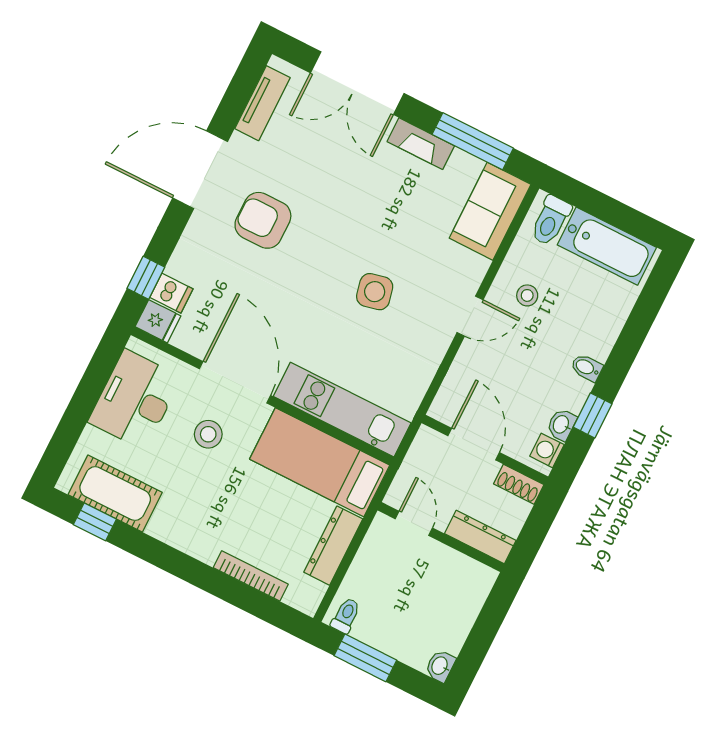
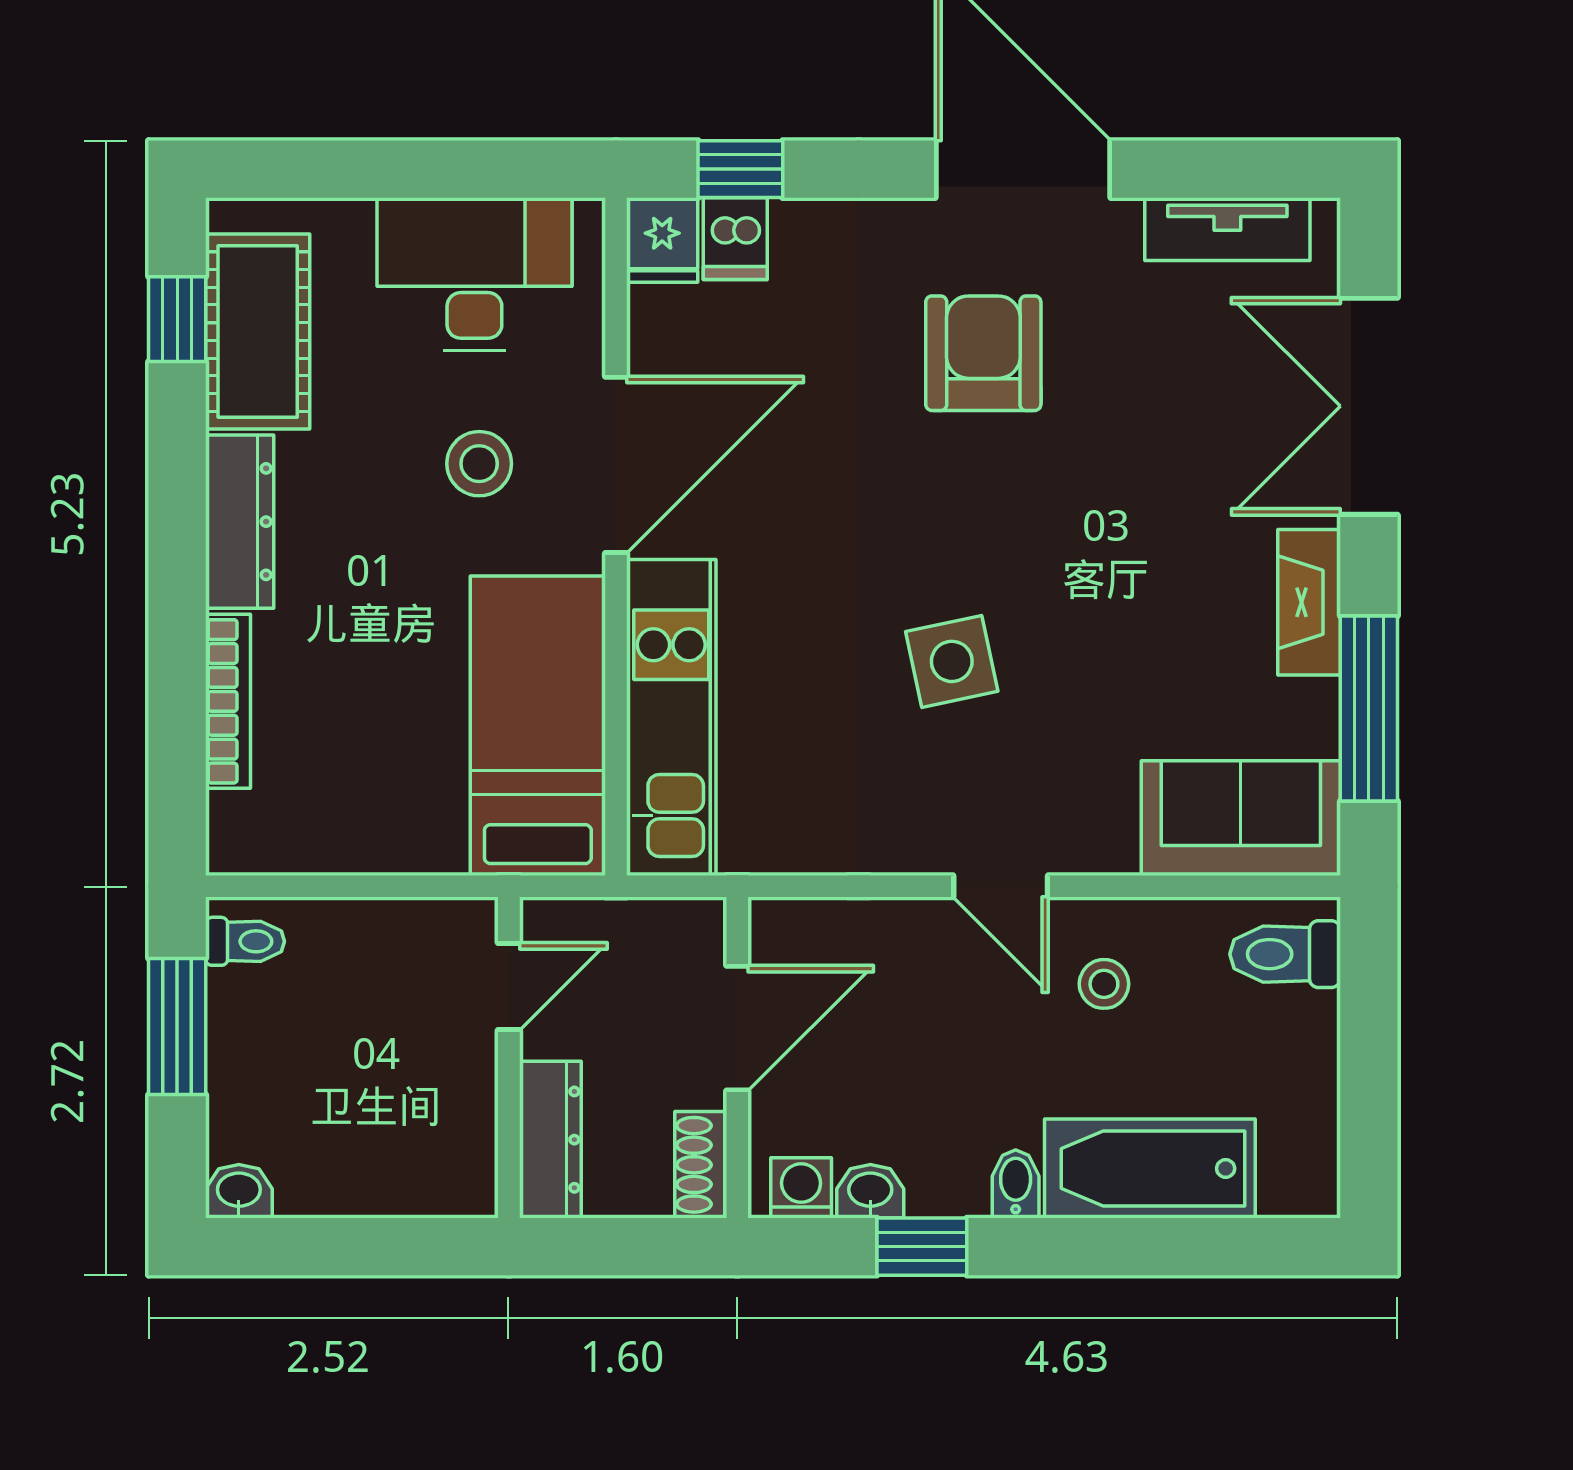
bathtub: (607, 246) -> (1150, 1168), moved, turned 90
dresser: (333, 546) -> (240, 522), moved, turned 90

